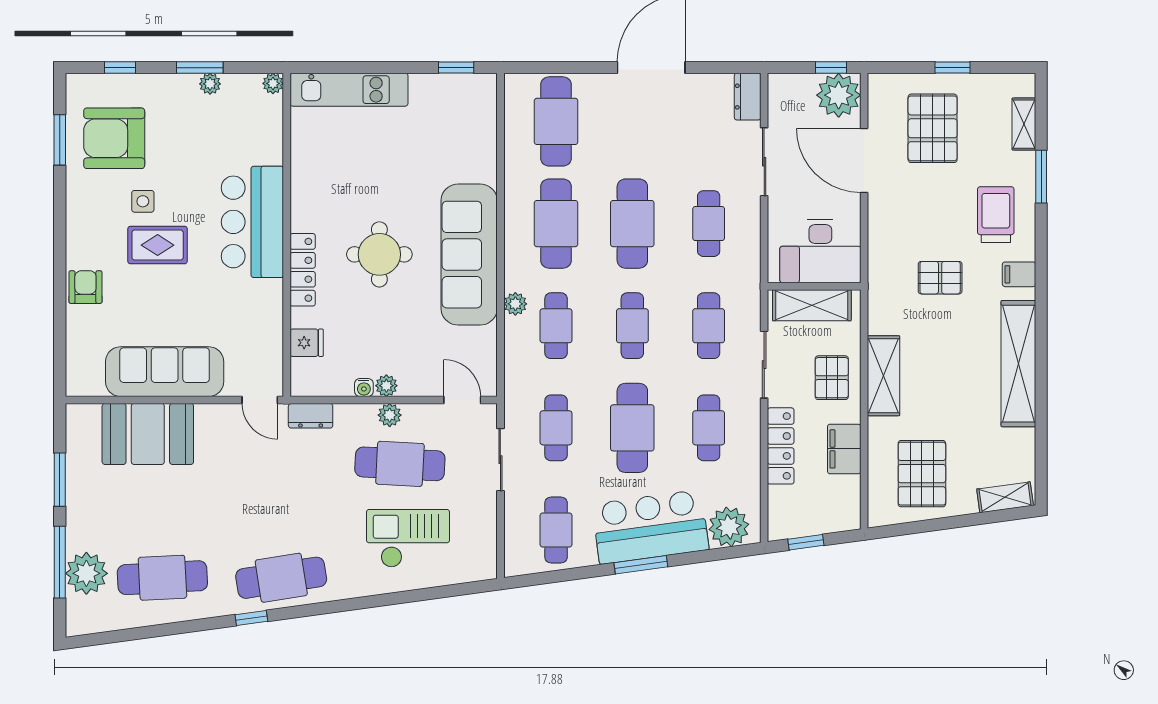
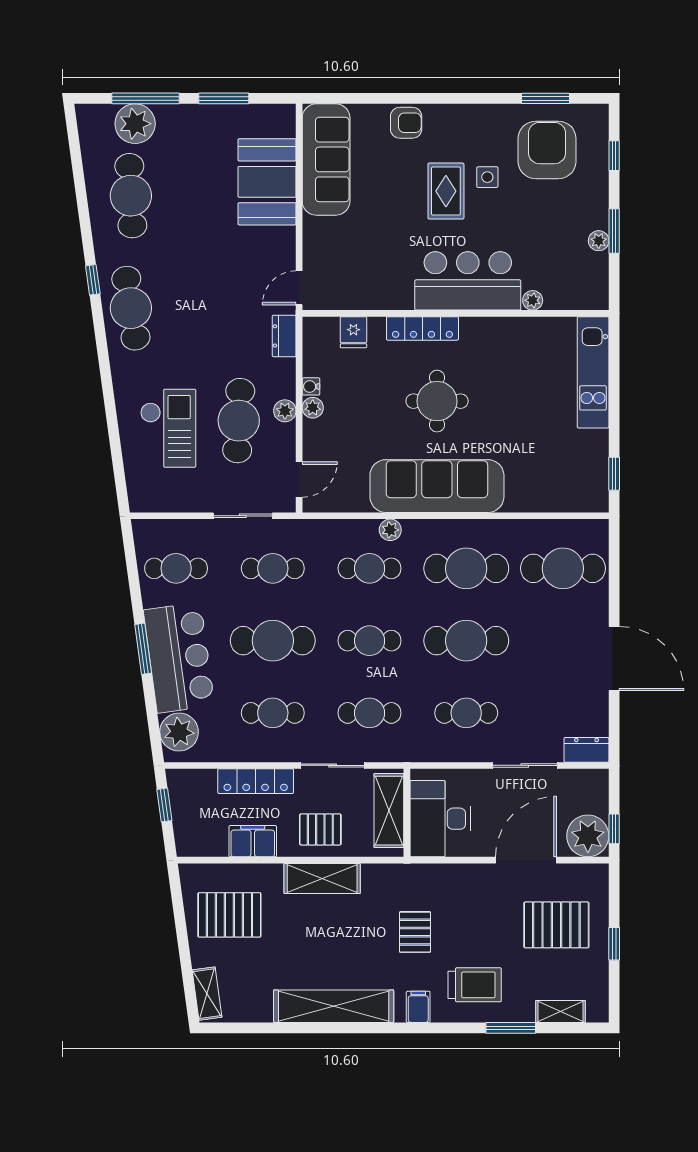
plant: (273, 83) -> (533, 300), moved
sofa: (165, 372) -> (326, 159), moved

